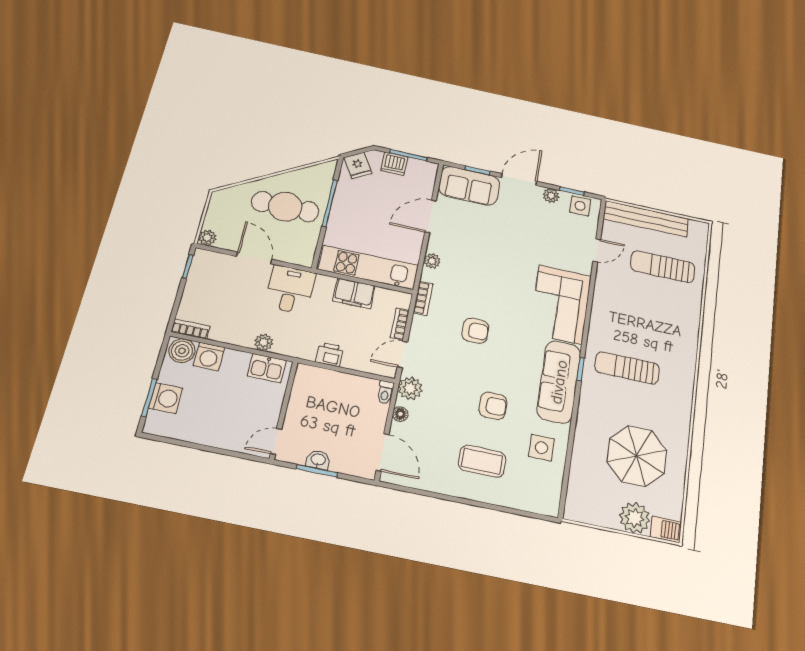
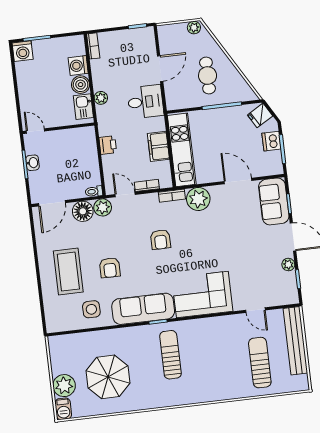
side table: (580, 206) -> (288, 288), removed
cafe table: (285, 207) -> (208, 76), width x0.73, depth x0.74
plant: (208, 238) -> (194, 28), moved
plant: (432, 261) -> (198, 199), width x1.88, depth x1.88
boiler: (182, 351) -> (81, 85), moved
washing machine: (166, 398) -> (23, 51), moved
floor lamp: (400, 414) -> (83, 211), width x1.89, depth x1.89
coffee table: (482, 461) -> (68, 272), width x1.36, depth x1.32

